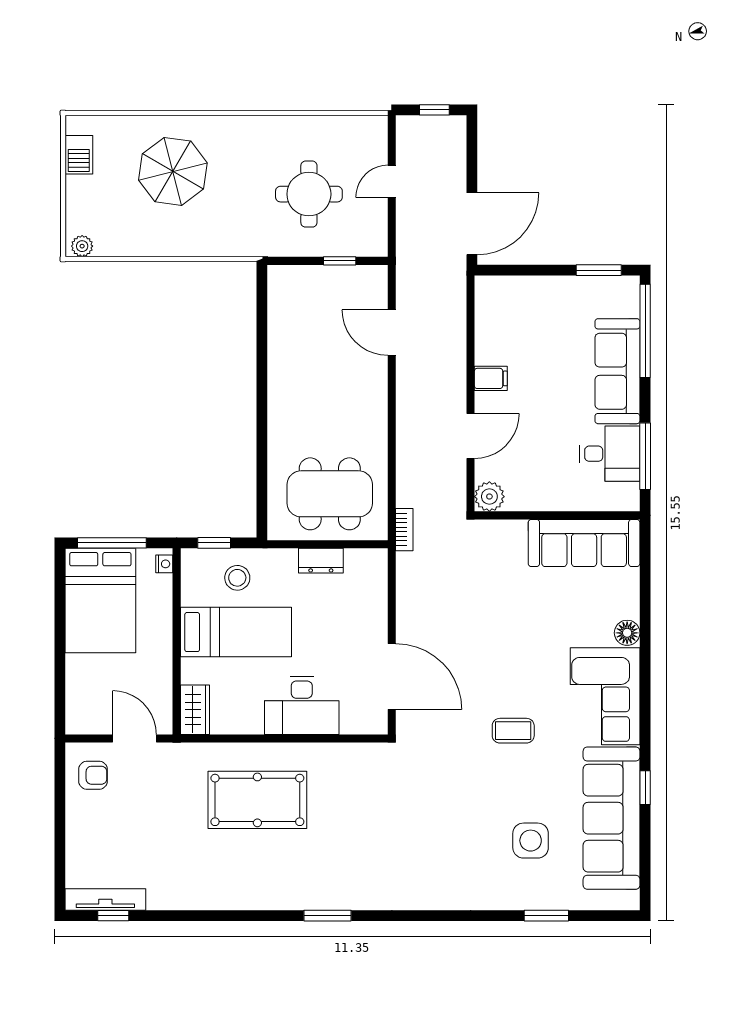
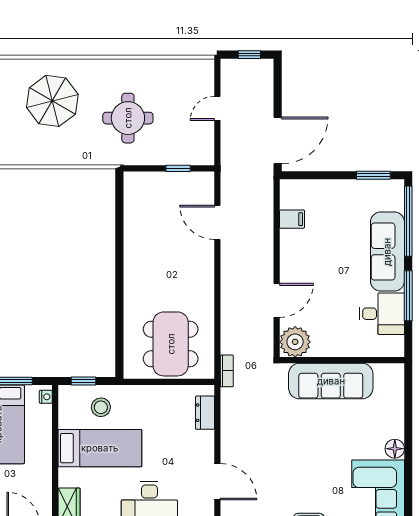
round table: (309, 194) -> (128, 118), moved
filing cabinet: (491, 378) -> (292, 219), moved
window: (645, 456) -> (408, 296), moved
dining table: (330, 494) -> (171, 344), turned 90
plant: (489, 497) -> (295, 342), width x1.36, depth x1.36
sofa: (584, 543) -> (331, 381), moved
dresser: (321, 561) -> (205, 413), moved, turned 90
door: (392, 676) -> (217, 482), width x0.73

